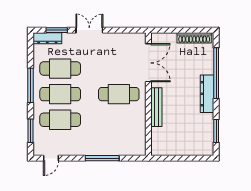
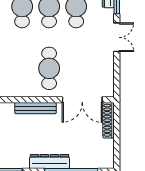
shoe rack: (194, 38) -> (109, 120), moved

